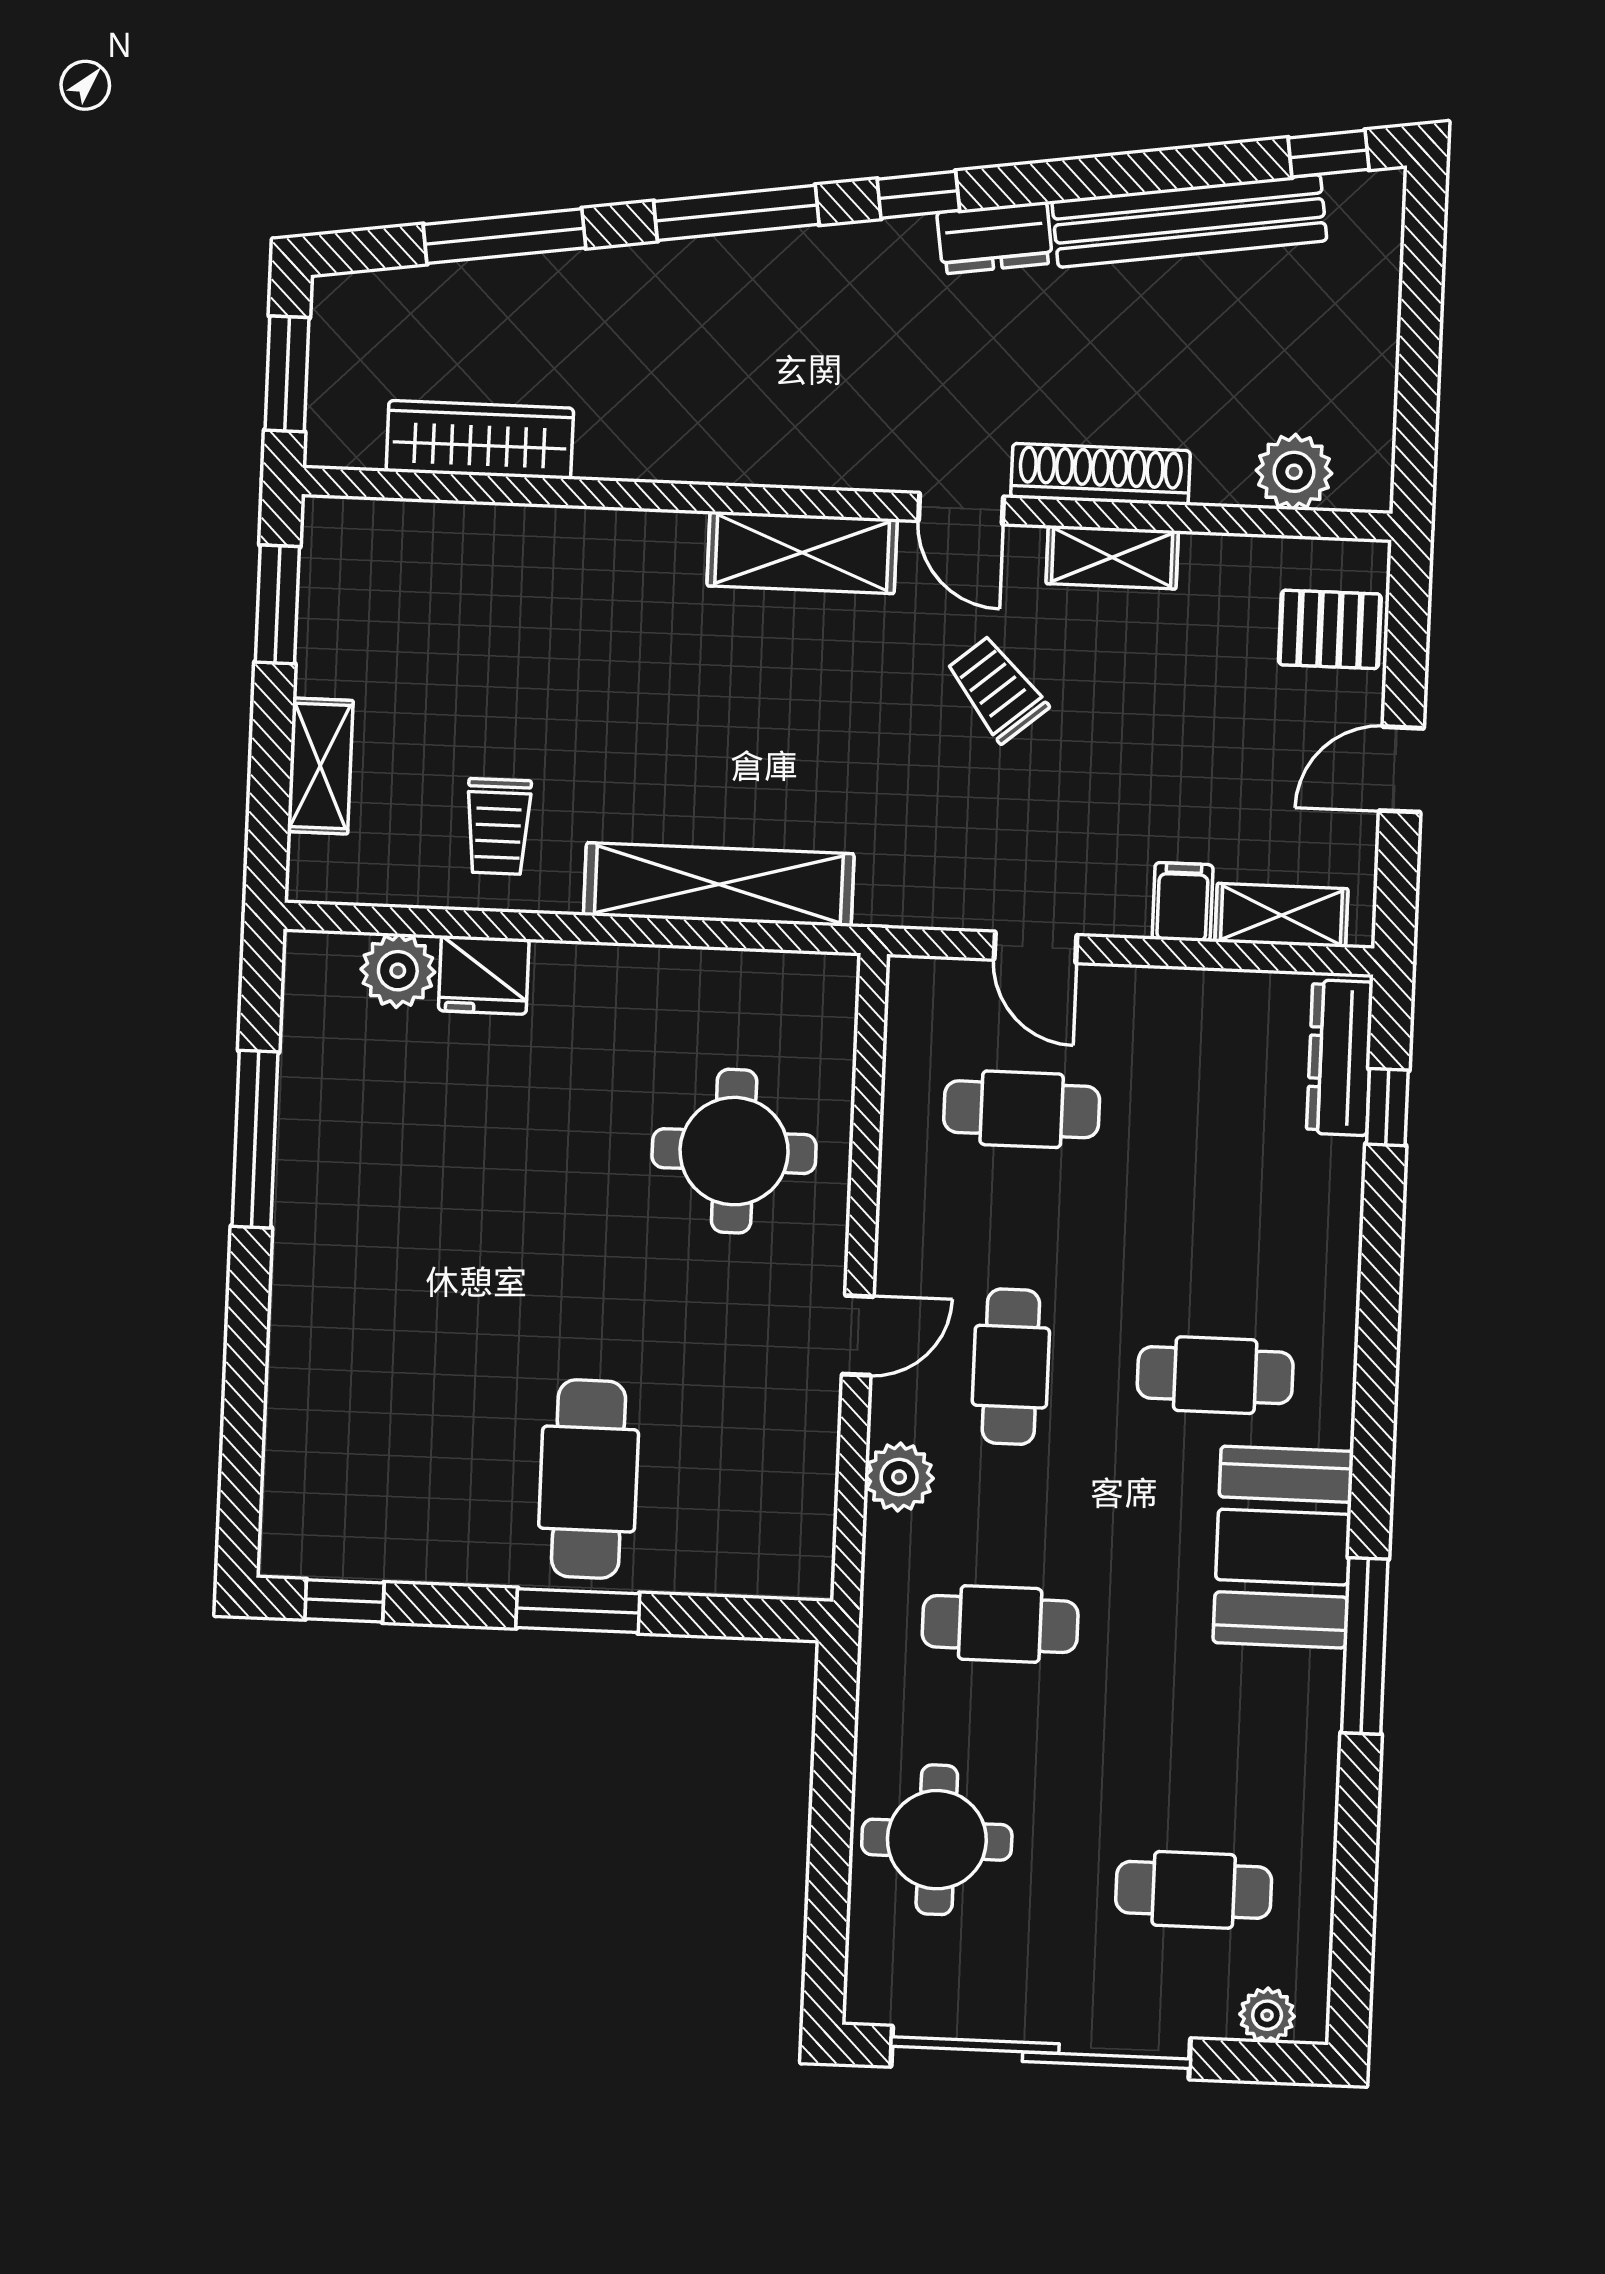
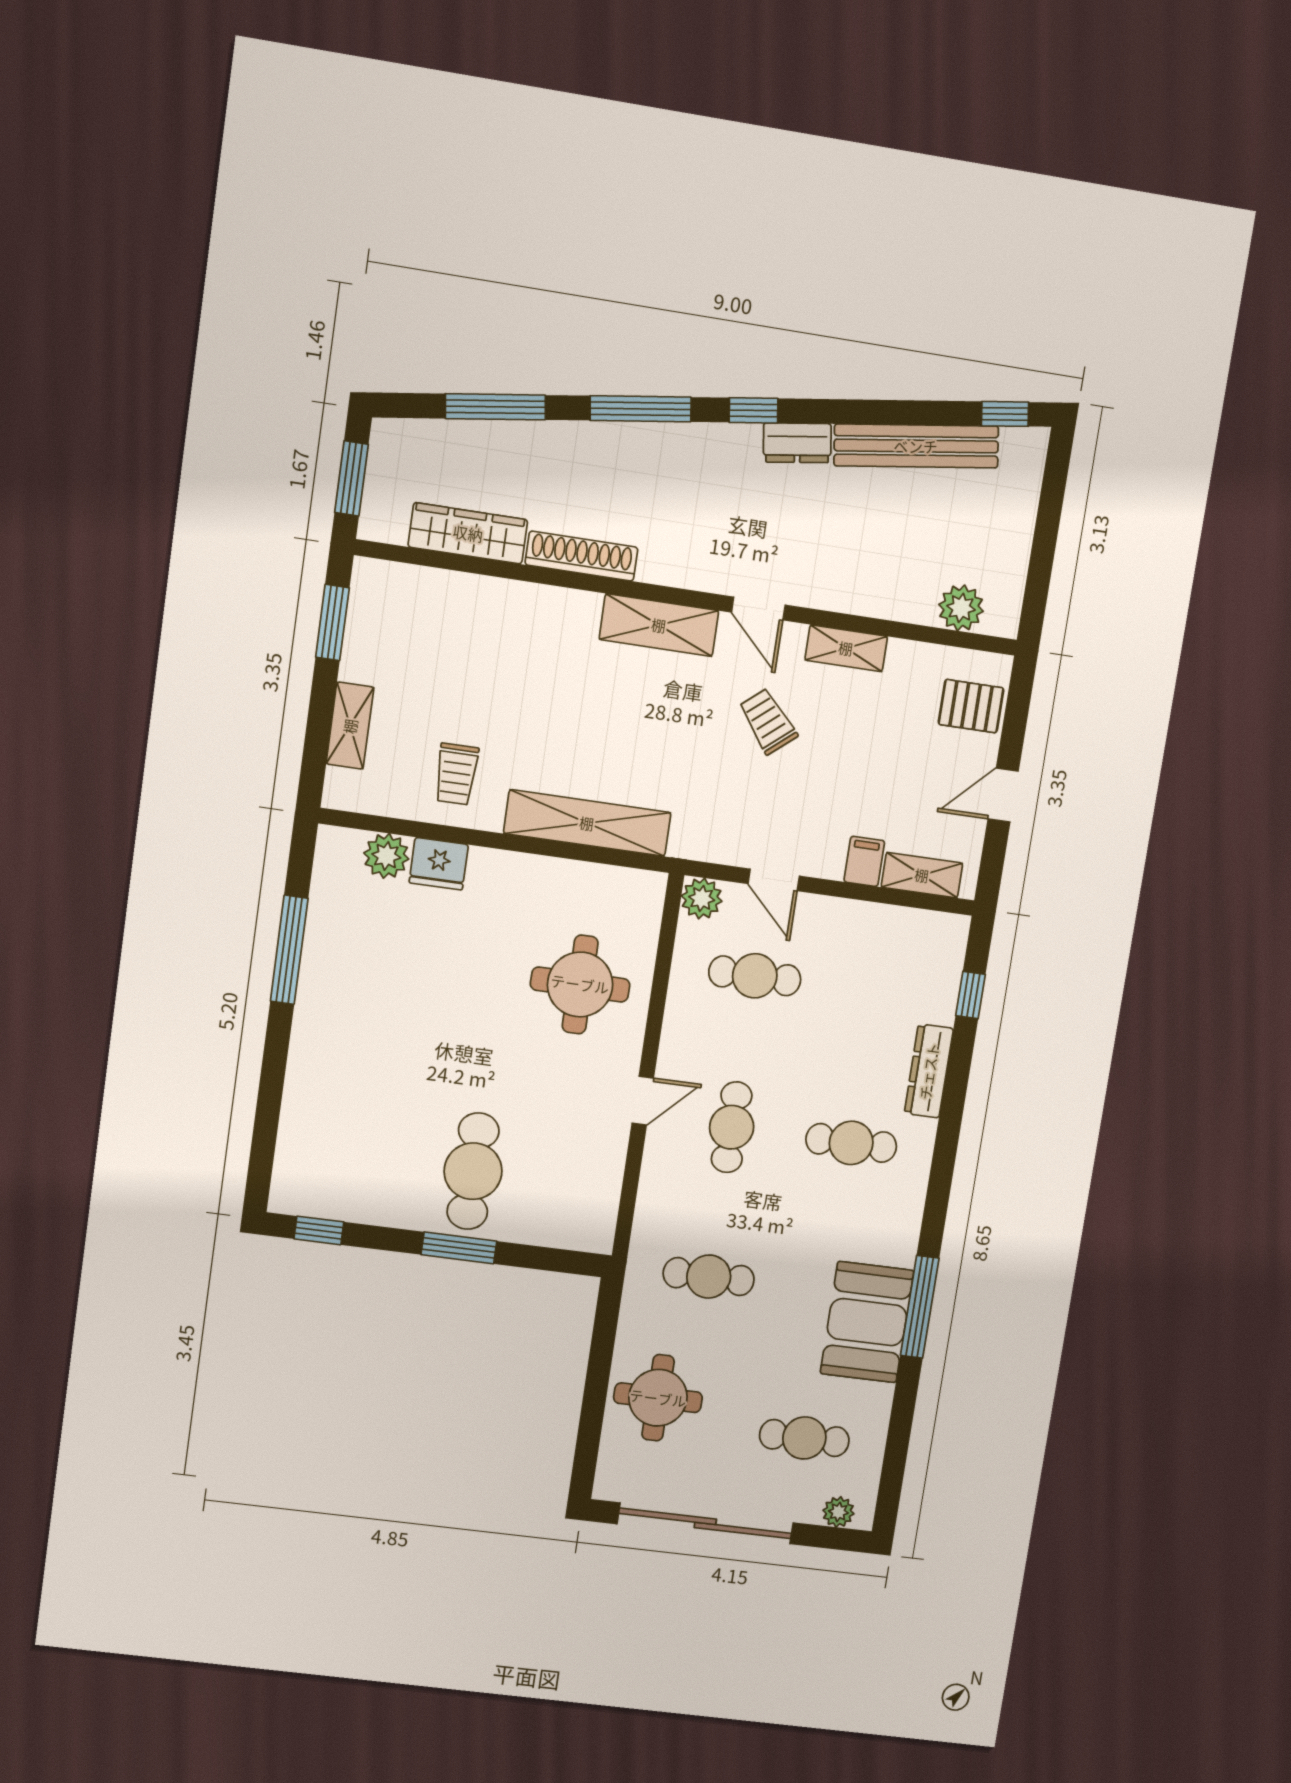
shoe rack: (1100, 474) -> (581, 556), moved
dresser: (1340, 1058) -> (929, 1071), moved
plant: (899, 1477) -> (702, 898), moved
booth: (1283, 1547) -> (867, 1322), moved

